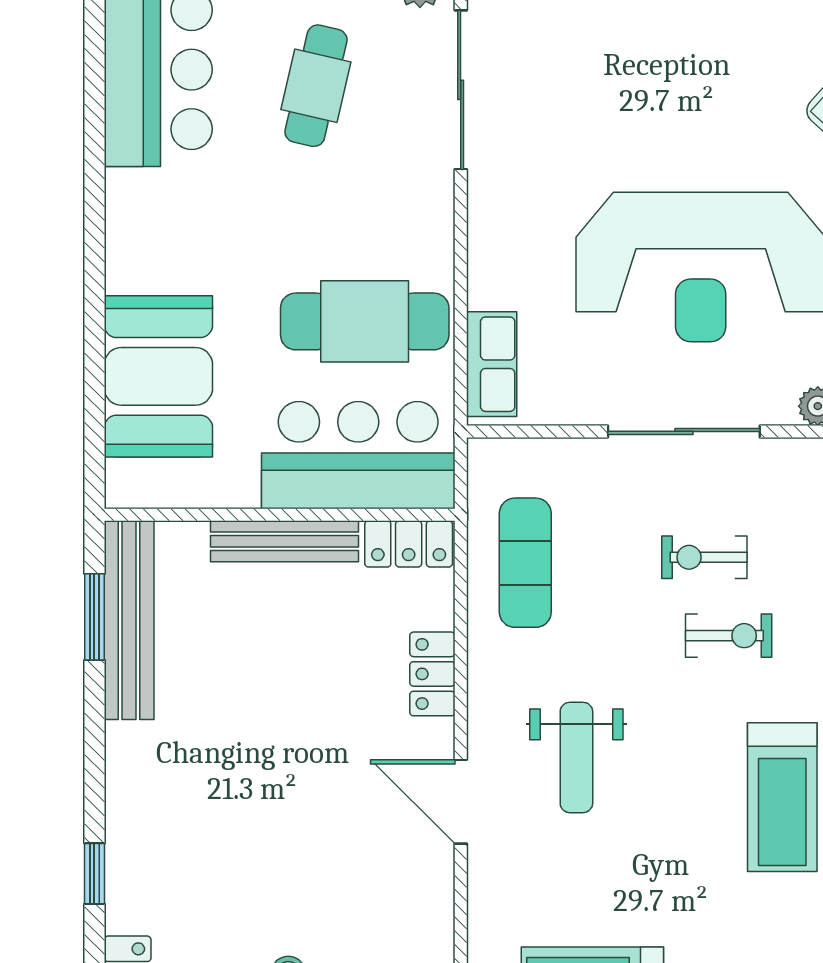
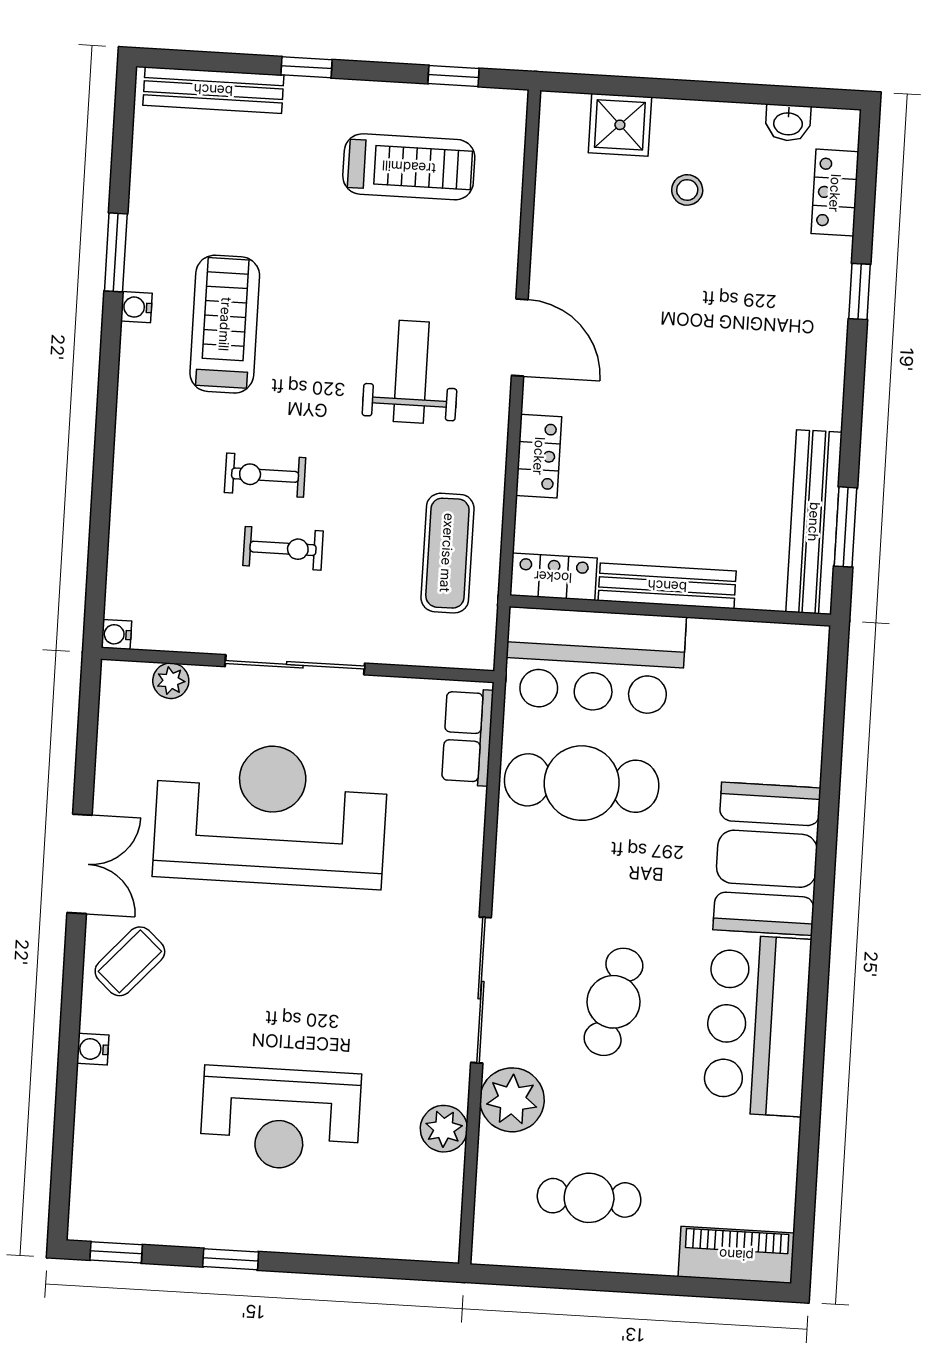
booth: (158, 376) -> (767, 859), moved

